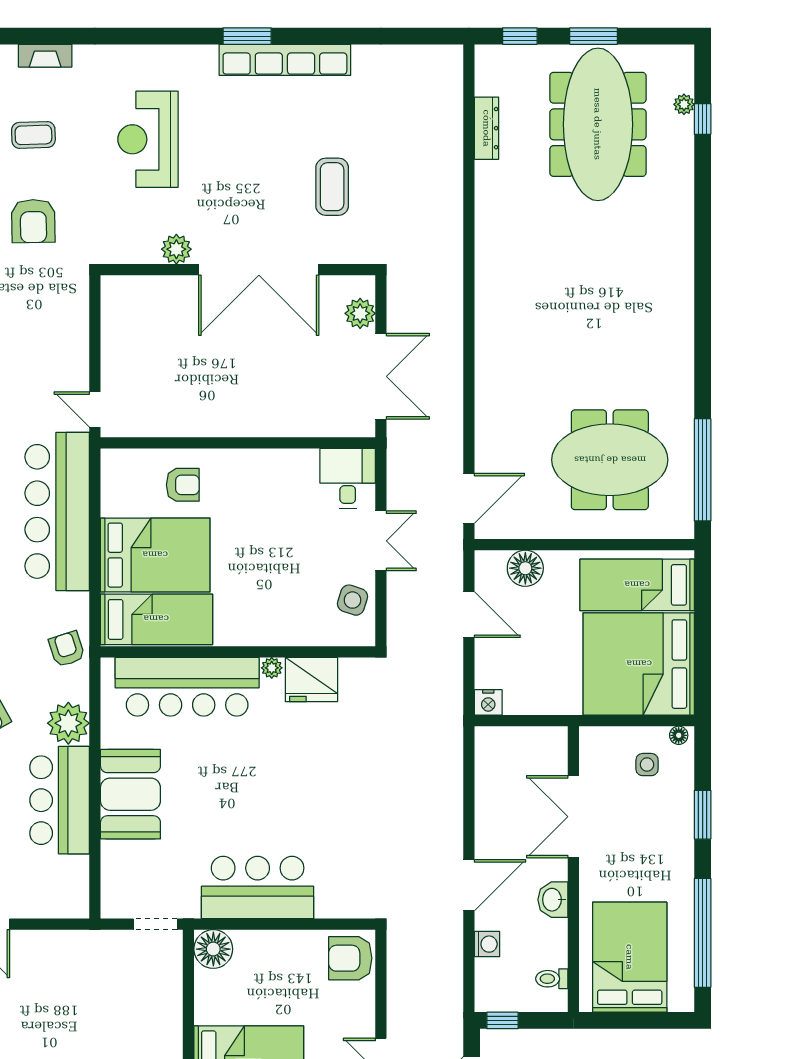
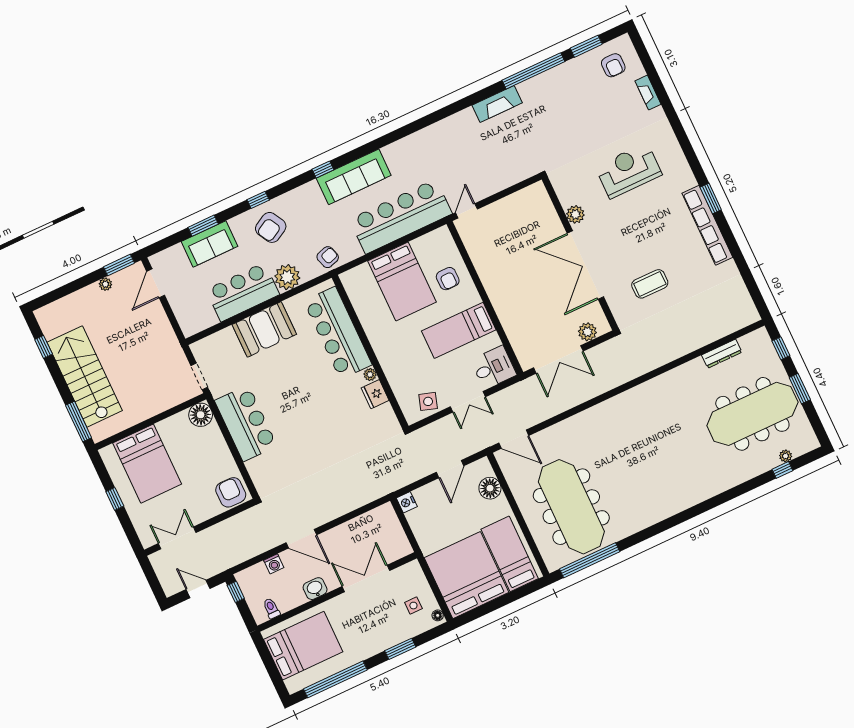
coffee table: (33, 135) -> (601, 107), removed
armchair: (33, 221) -> (554, 129), removed
meeting table: (610, 460) -> (571, 507), width x1.36
bed: (156, 619) -> (459, 330), moved, turned 90
fridge: (311, 680) -> (375, 394), width x0.73, depth x0.75

